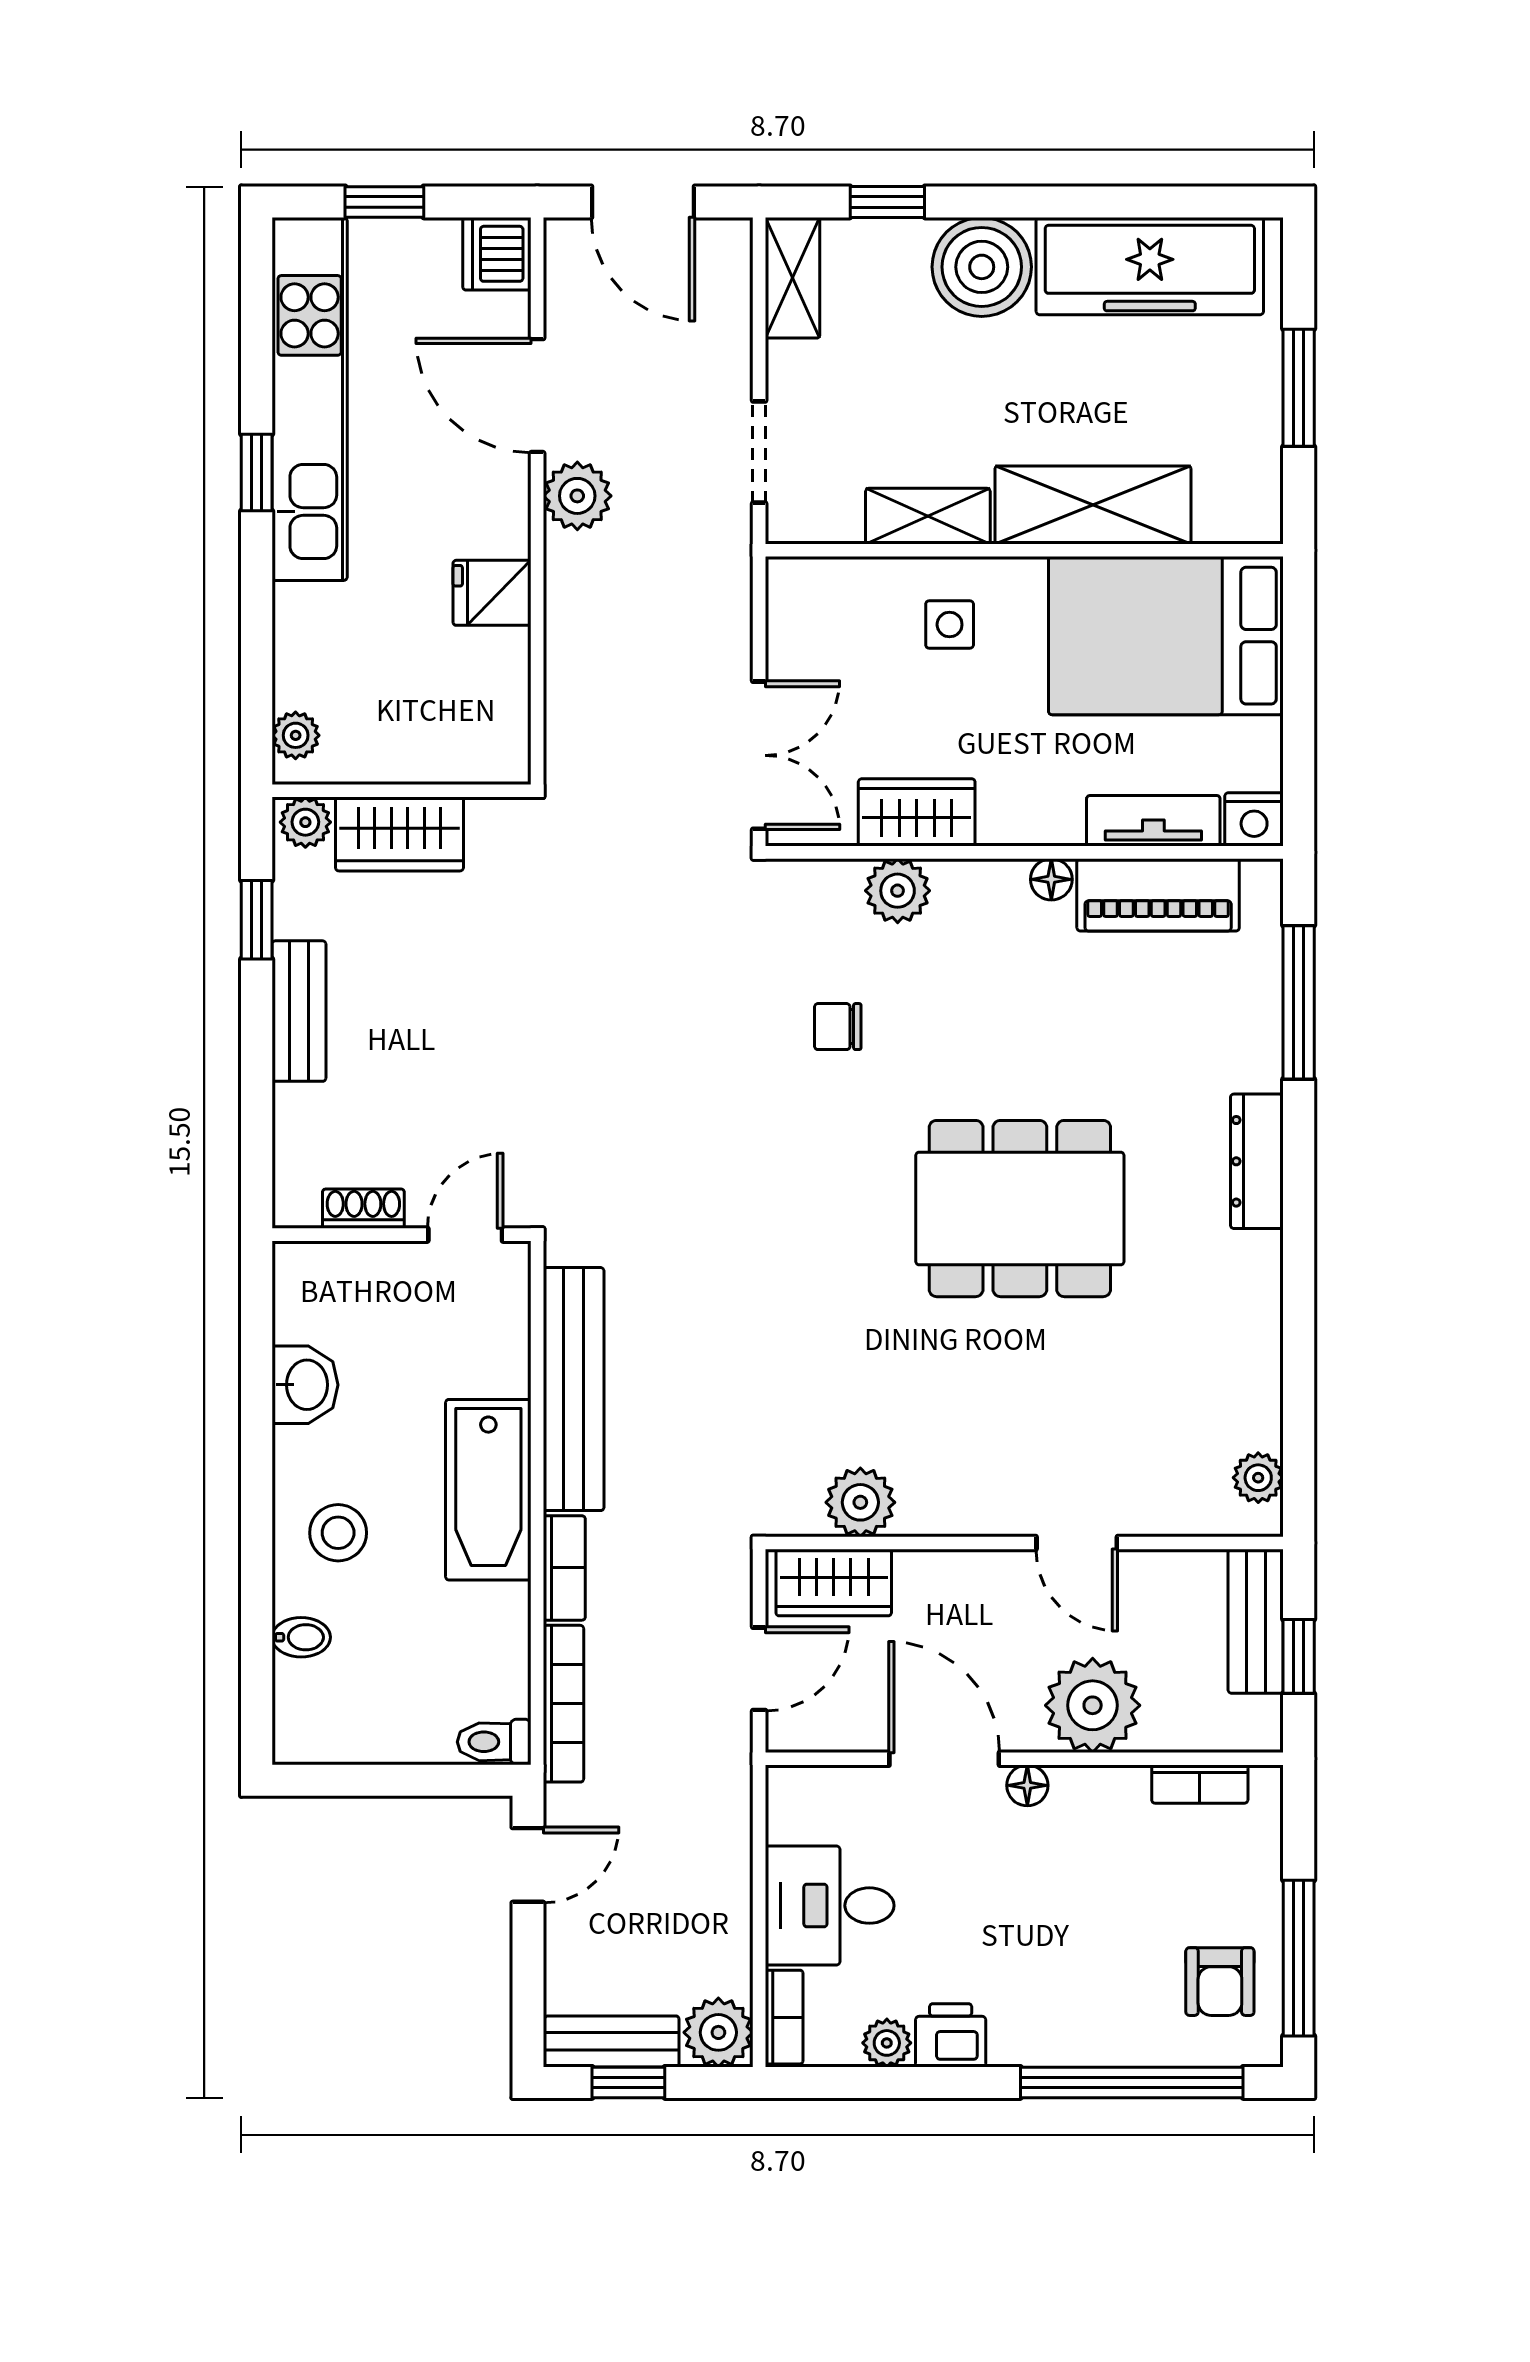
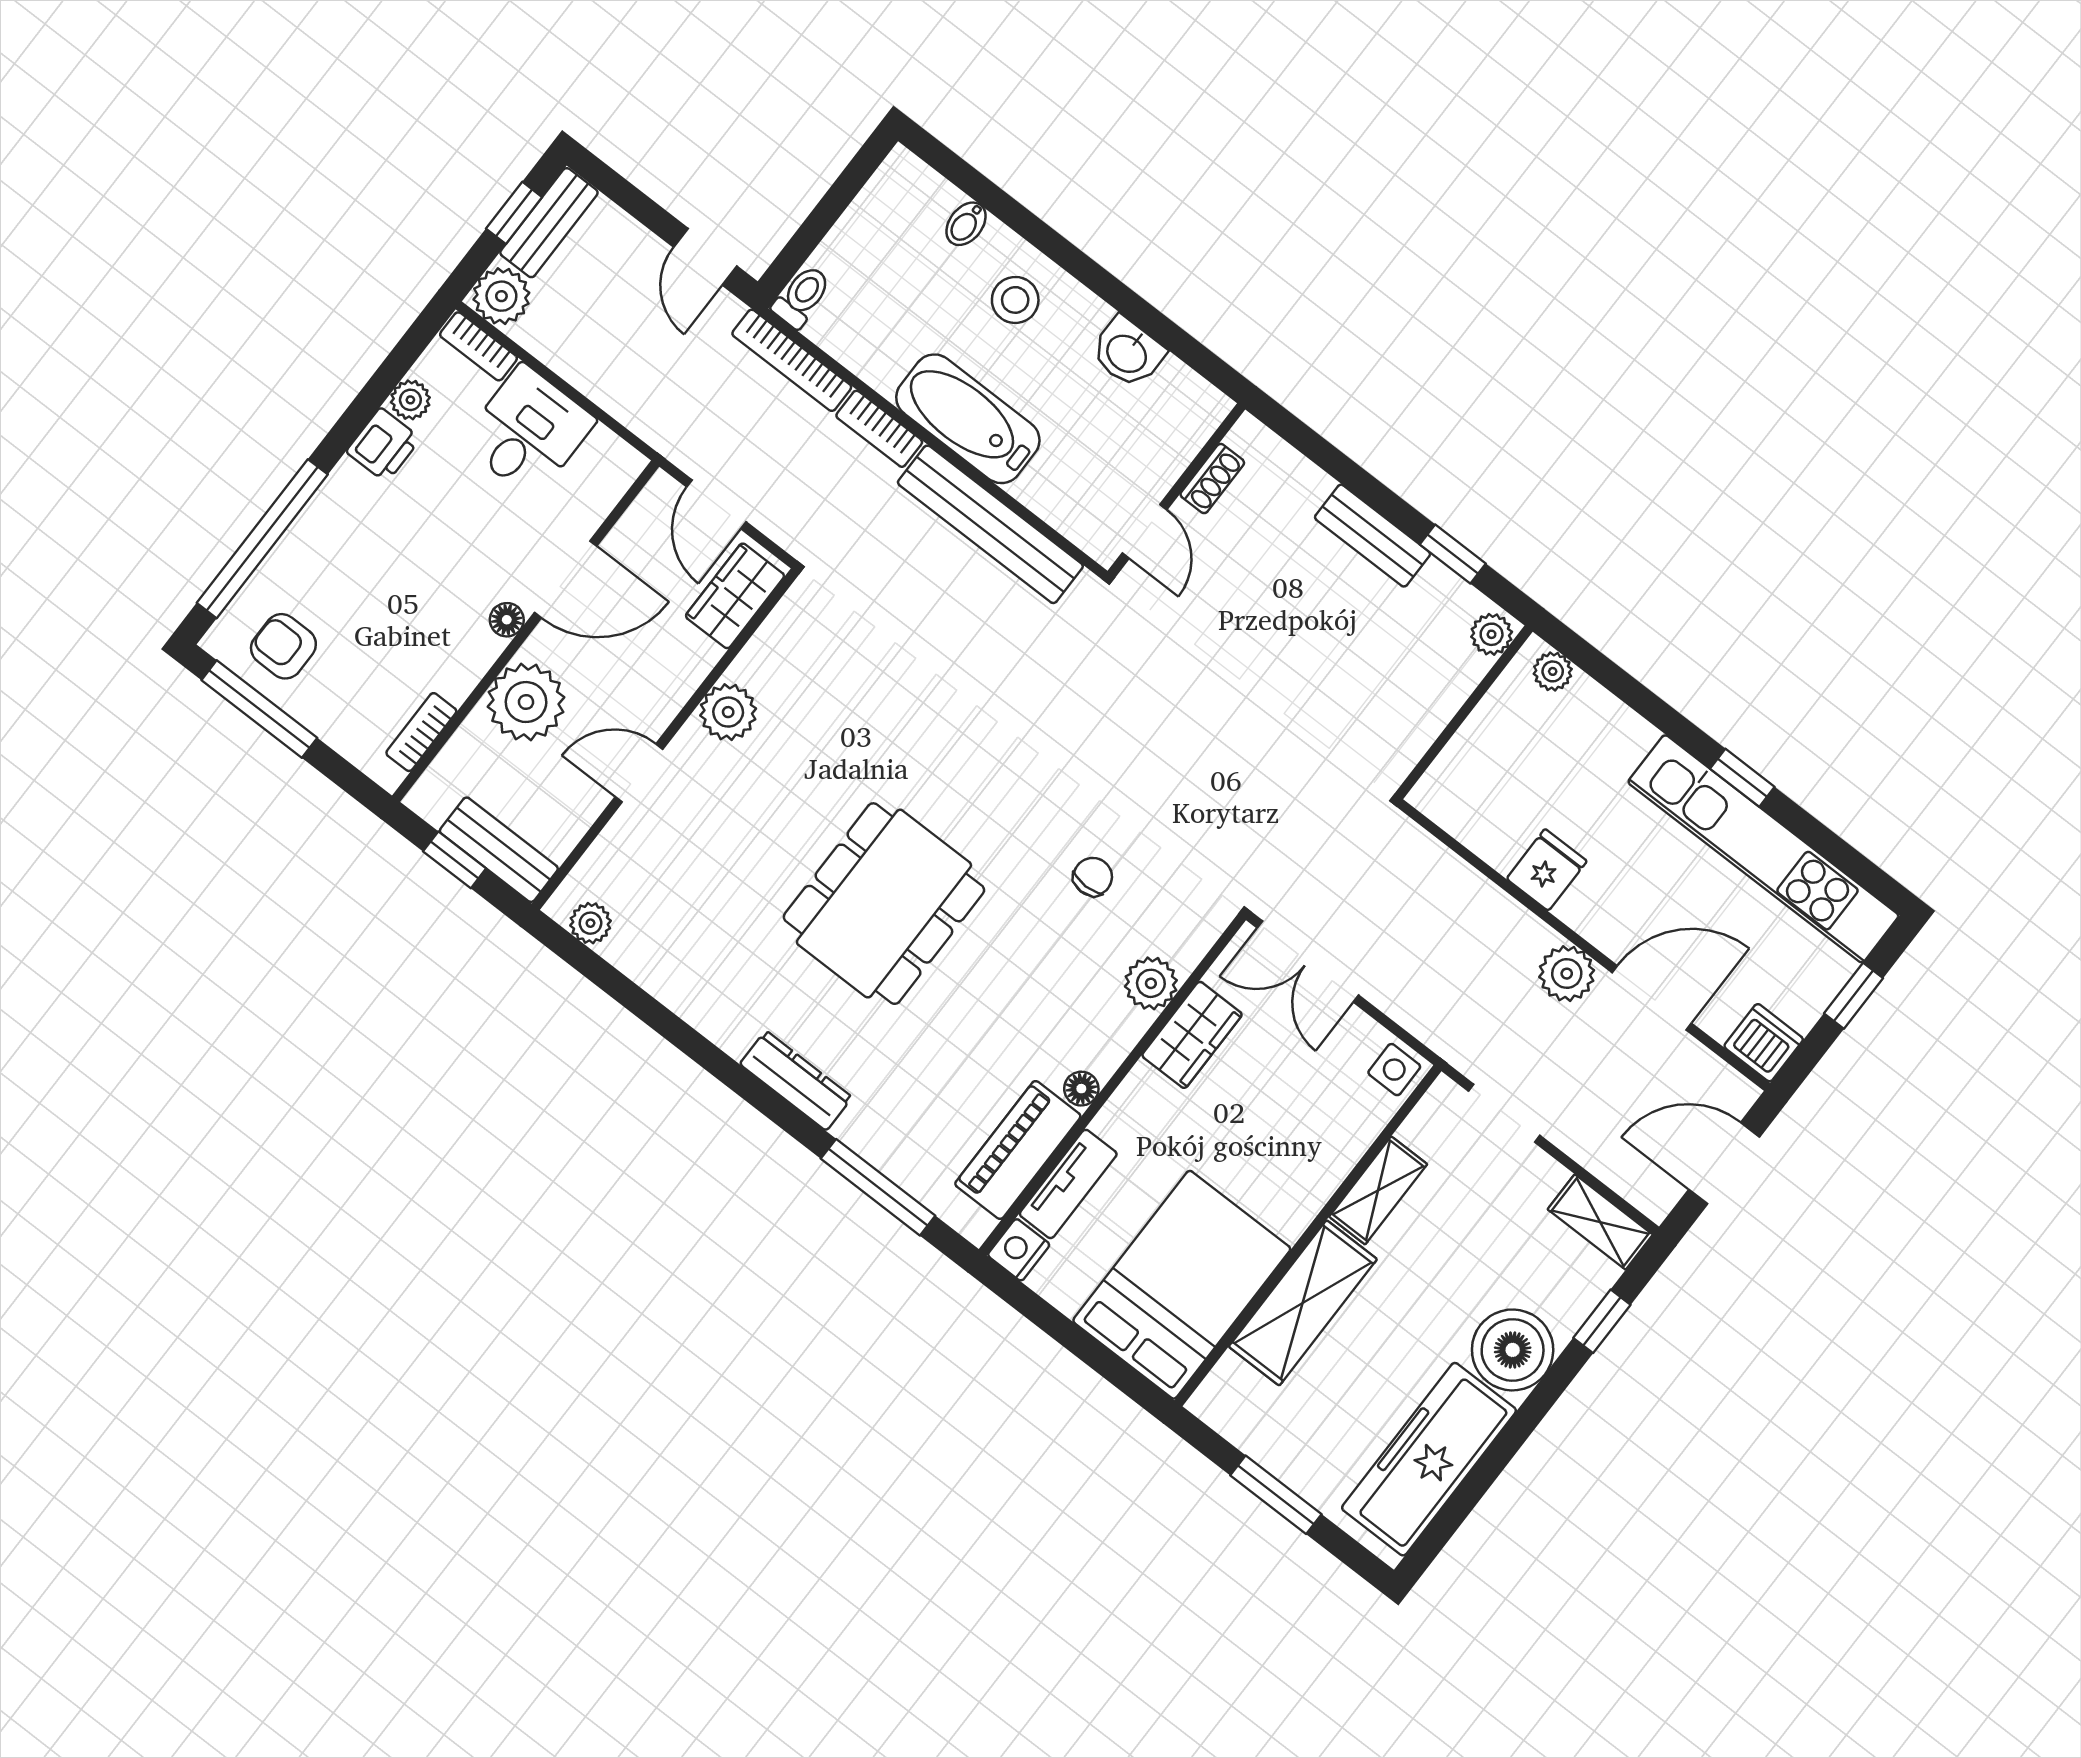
side table: (950, 625) -> (1394, 1070), moved
wardrobe: (399, 834) -> (1437, 689), removed
plant: (860, 1502) -> (728, 712), moved

